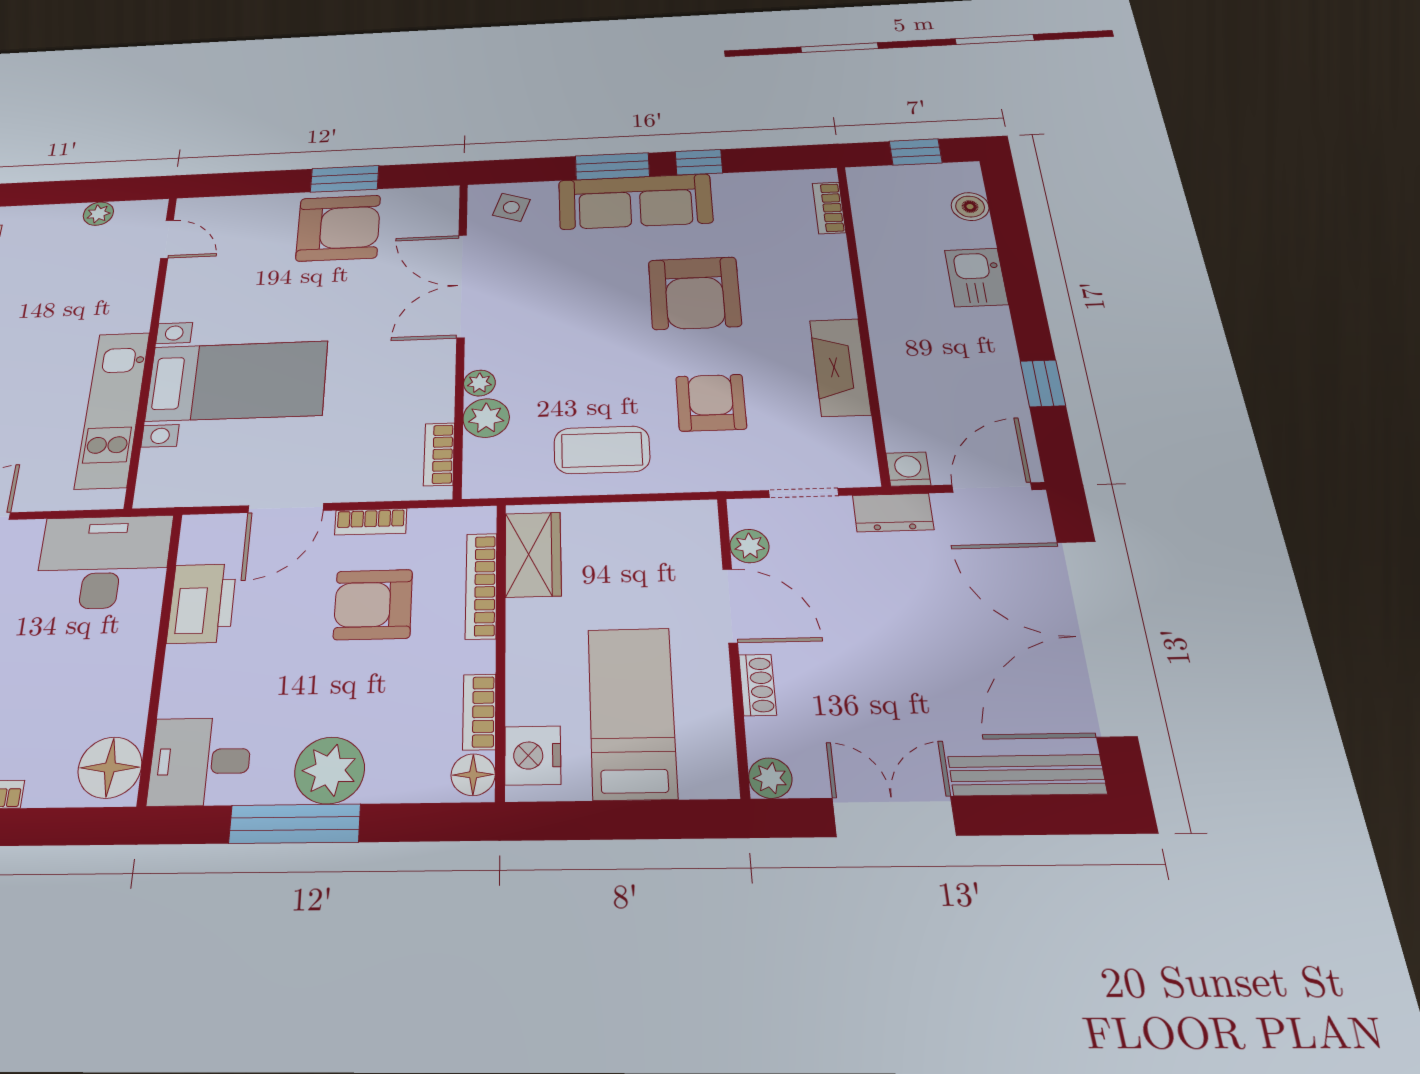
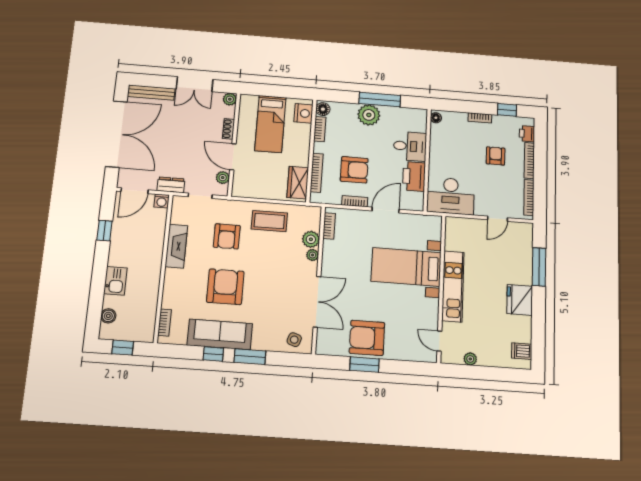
sofa: (635, 202) -> (220, 334), moved
kitchen unit: (113, 409) -> (453, 286), moved
desk: (200, 761) -> (410, 146), moved
floor lamp: (110, 767) -> (436, 118), width x0.53, depth x0.53

